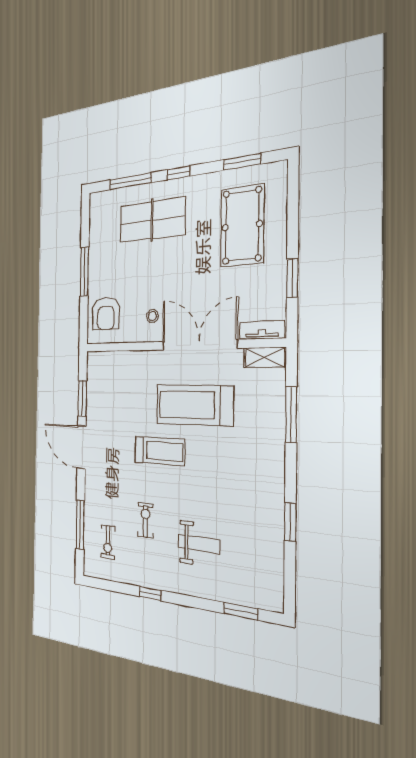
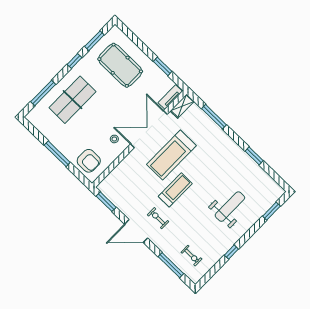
window: (178, 173) -> (75, 61), moved
window: (82, 398) -> (106, 202), moved
exercise bike: (145, 520) -> (158, 218), moved
weight bench: (199, 544) -> (230, 207), width x1.36, depth x1.33

